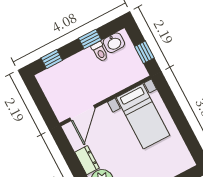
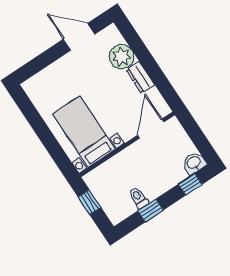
washbasin: (114, 43) -> (194, 163), moved

